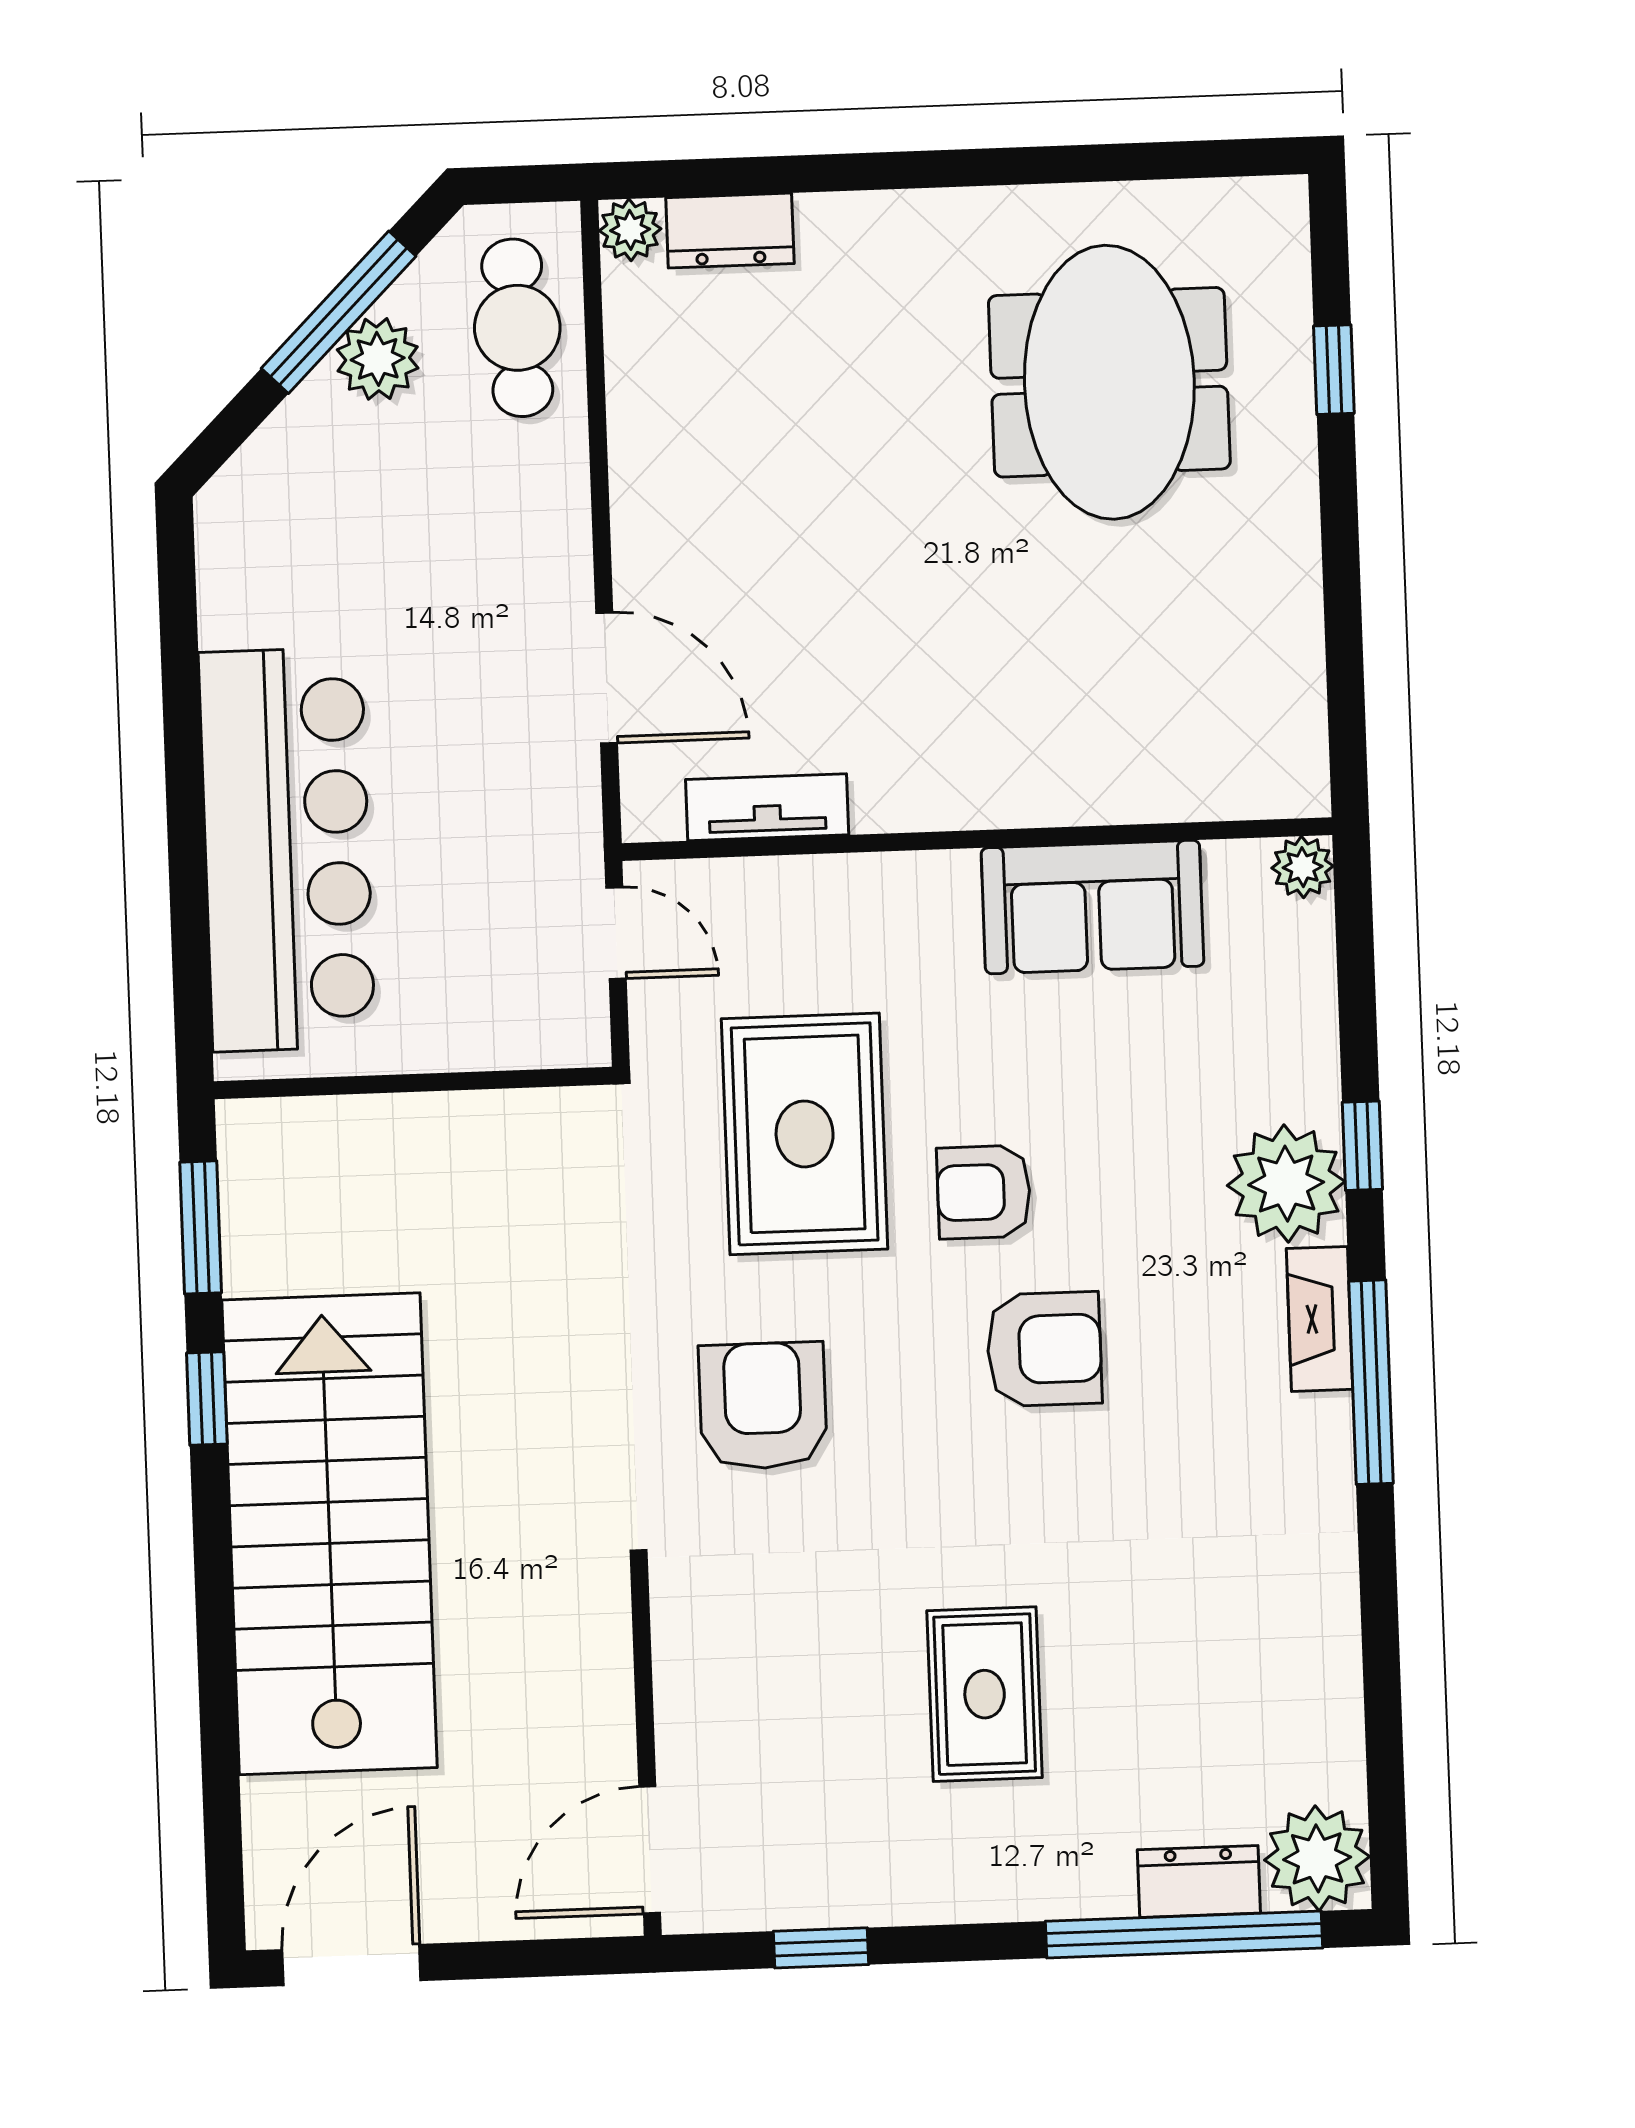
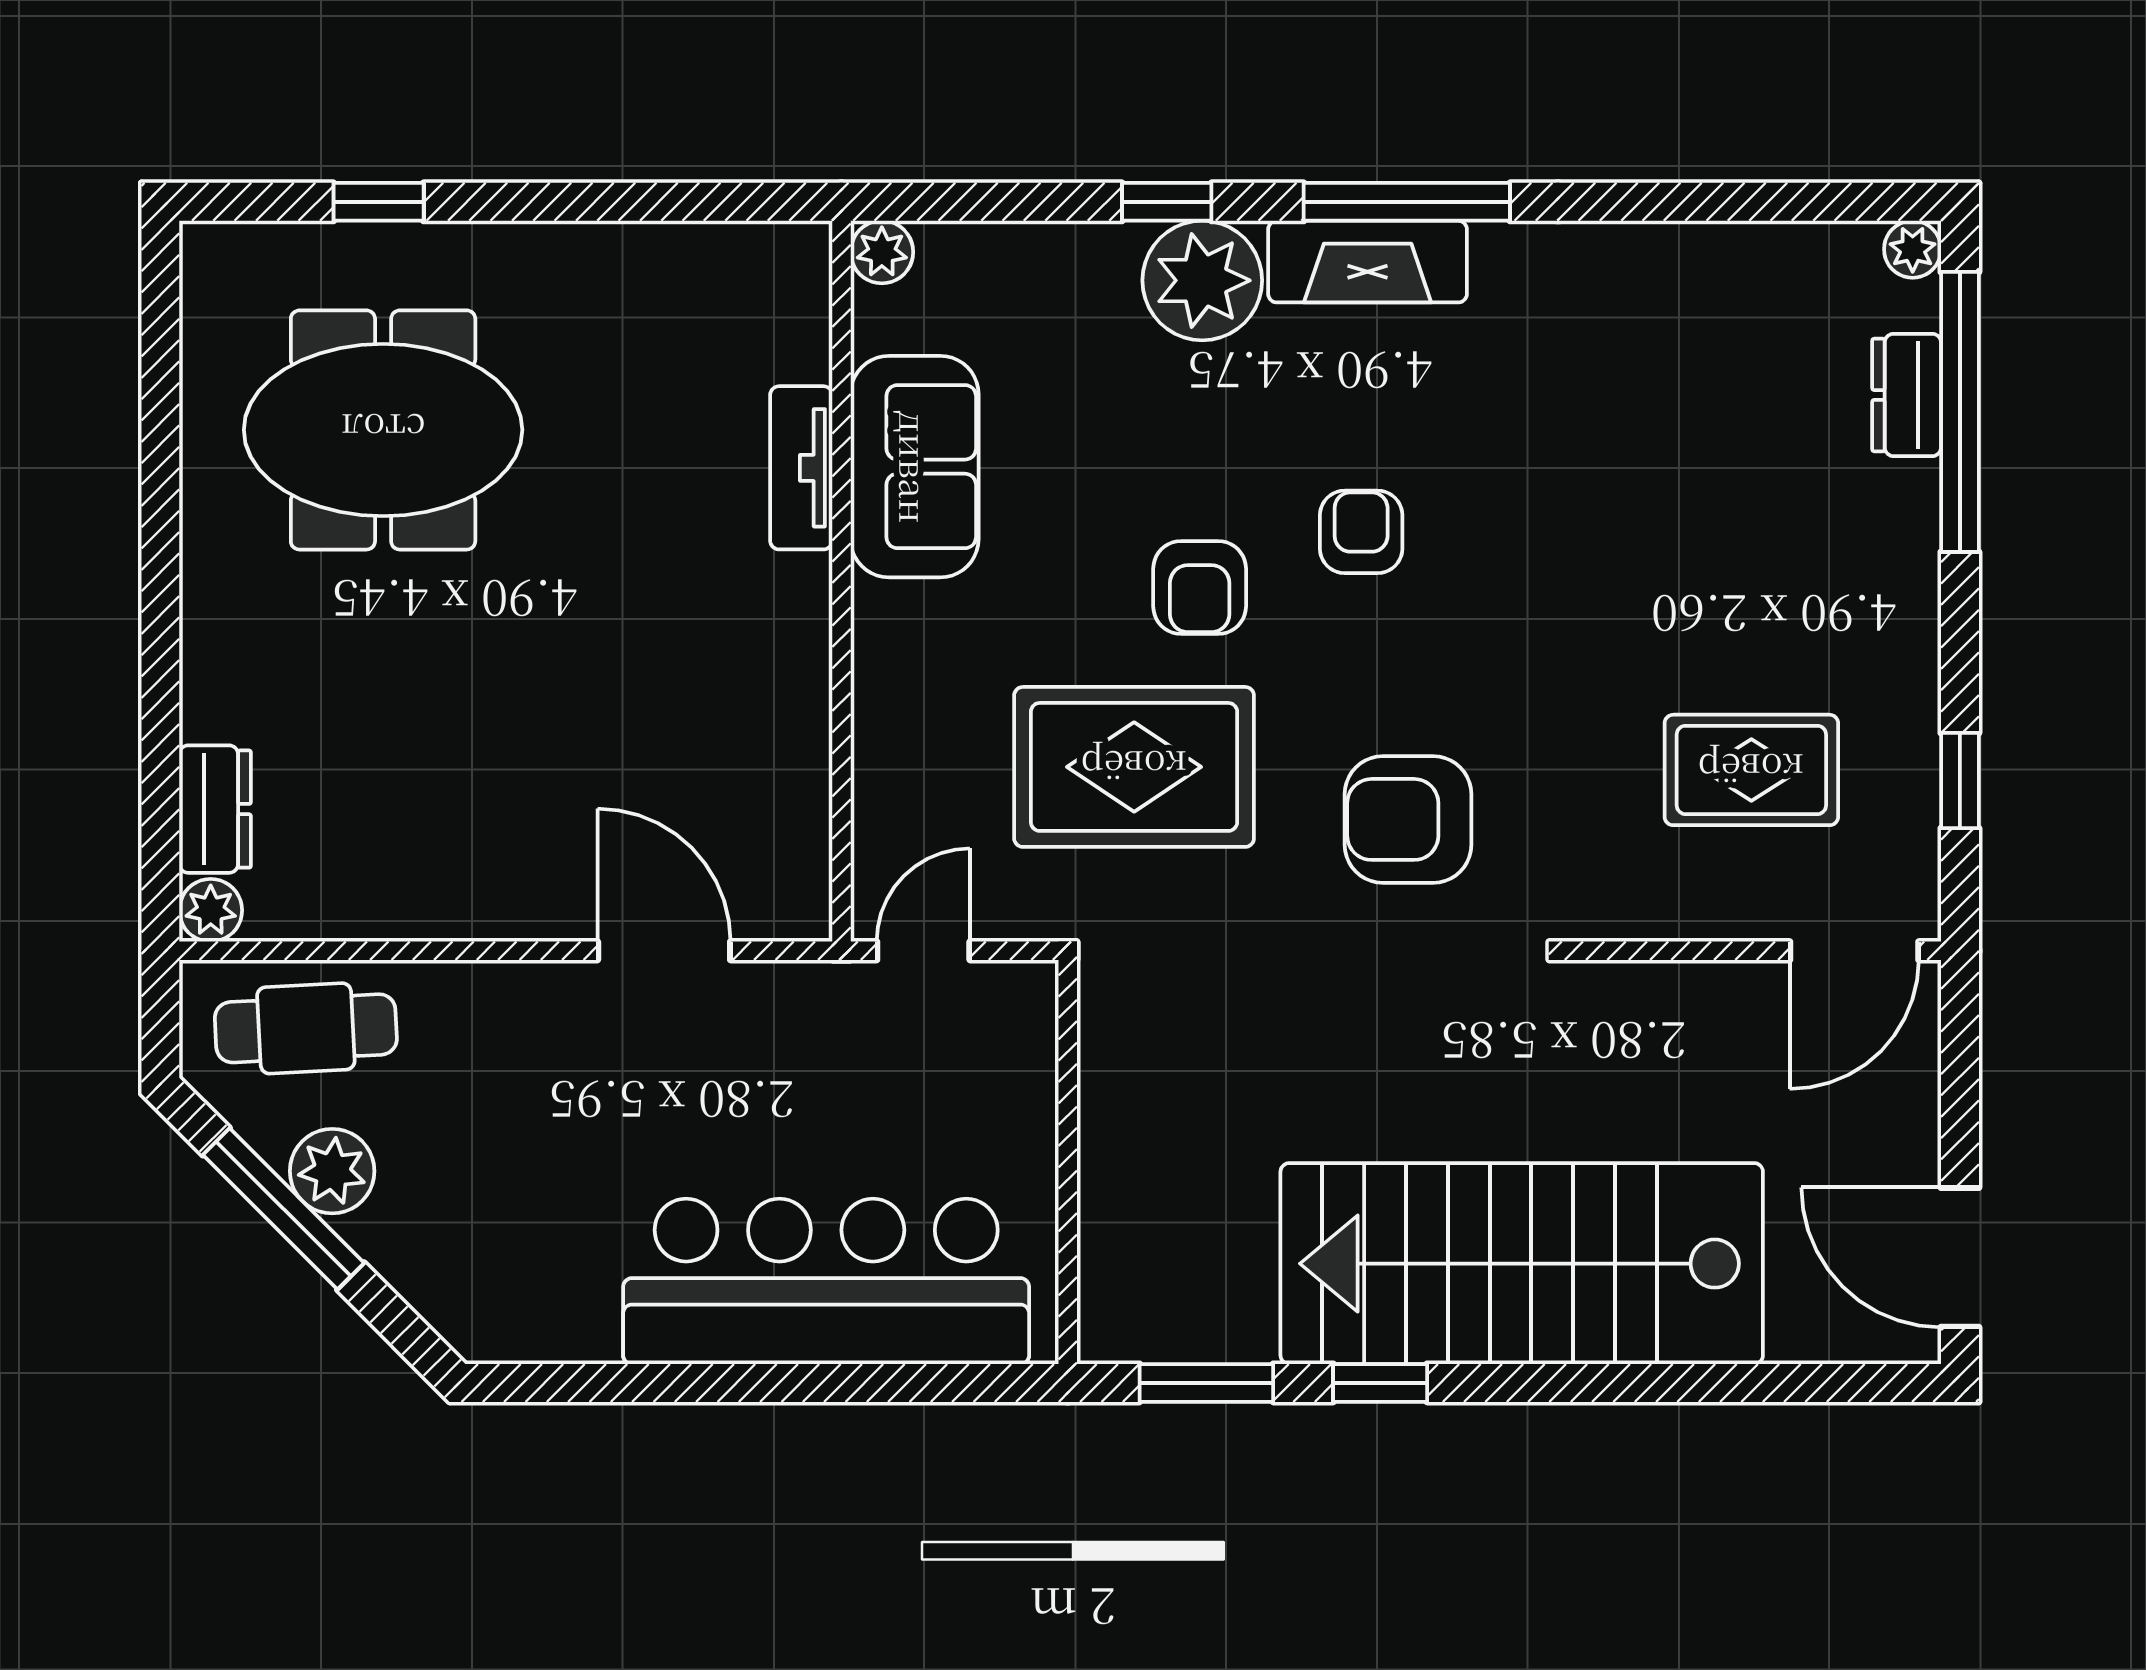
door: (607, 678) -> (664, 951), hinge flipped
tv unit: (767, 807) -> (801, 468), moved
fireplace: (1319, 1319) -> (1368, 262), width x1.37, depth x1.32
armchair: (1044, 1349) -> (1361, 532), width x0.72, depth x0.72
rug: (985, 1694) -> (1751, 770), moved
door: (650, 1850) -> (1854, 951), hinge flipped
plant: (1317, 1858) -> (1913, 249), width x0.53, depth x0.53

